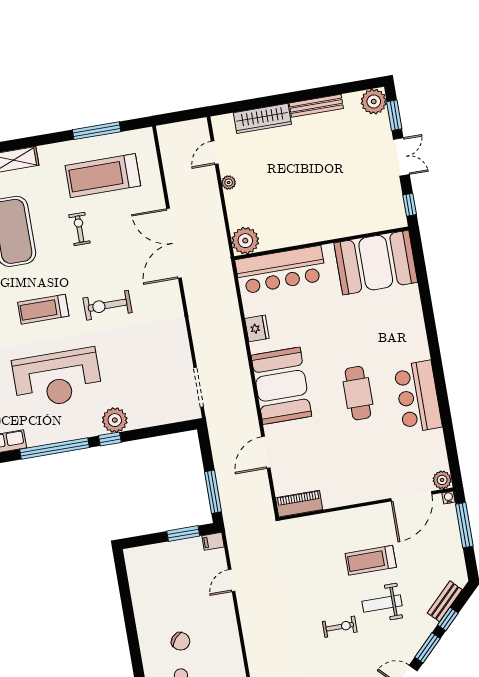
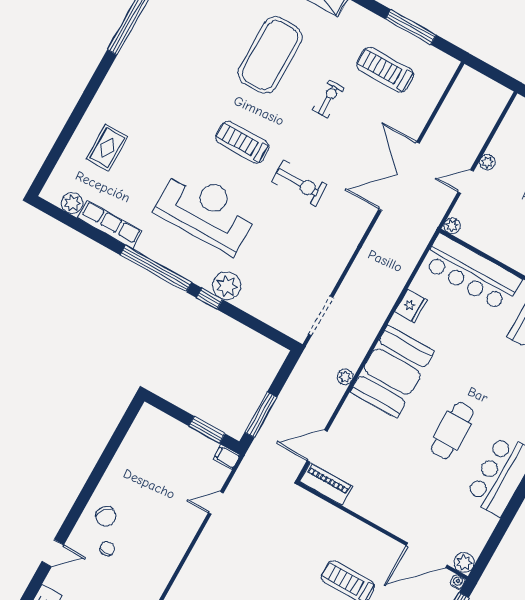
door: (215, 153) -> (466, 182), moved
treadmill: (103, 176) -> (385, 70), width x0.73, depth x0.73
plant: (245, 241) -> (452, 226), width x0.53, depth x0.53
exercise bike: (108, 305) -> (300, 183), turned 180
reception desk: (57, 378) -> (206, 211), turned 180
plant: (251, 417) -> (345, 377), added
door: (266, 452) -> (317, 446), moved
chair: (181, 641) -> (106, 516), moved

